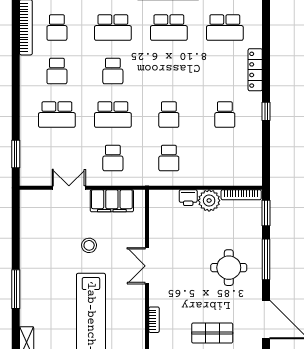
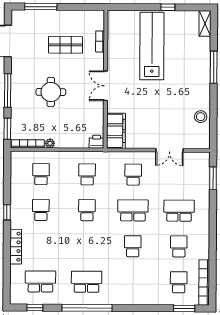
school desk: (113, 28) -> (41, 174), moved, width x0.54
printer: (188, 198) -> (97, 142), moved
plant: (209, 200) -> (50, 143), width x0.53, depth x0.53
filing cabinet: (112, 201) -> (116, 131), moved, turned 90
stool: (89, 245) -> (201, 117), moved
double door: (147, 266) -> (106, 86), swing flipped
round table: (229, 268) -> (51, 92), moved
shop shelf: (212, 333) -> (66, 45), moved

